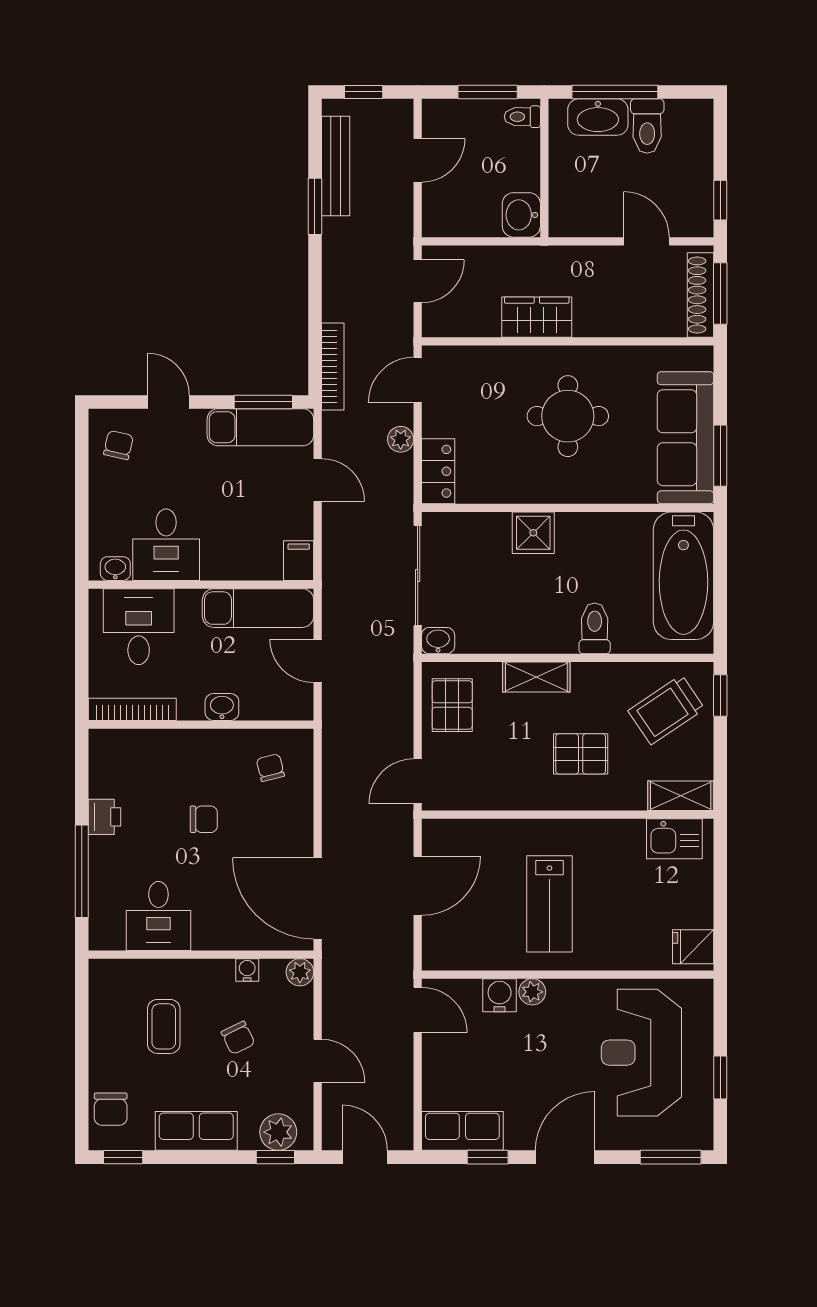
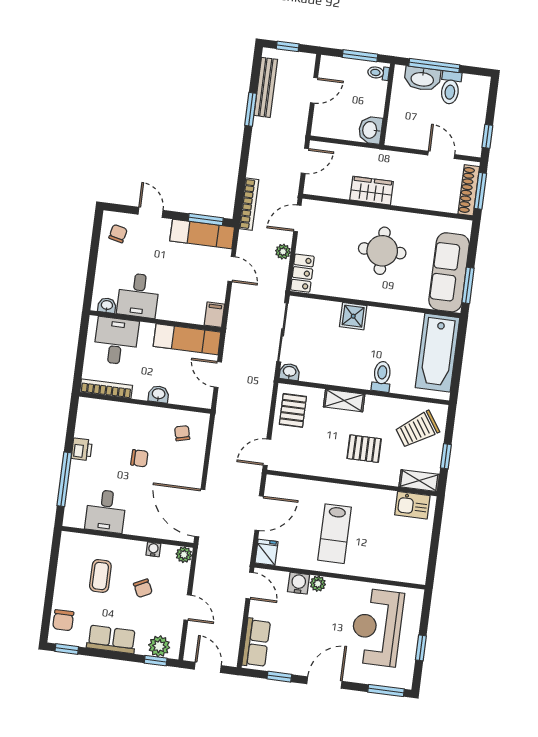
window: (720, 695) -> (446, 456), moved
fridge: (693, 947) -> (267, 552), moved, turned 90
row of seats: (462, 1131) -> (256, 643), moved, turned 90

